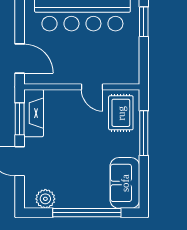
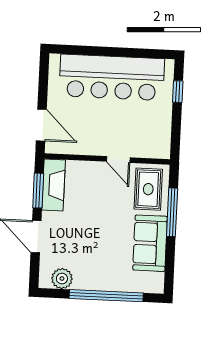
window: (144, 22) -> (178, 92), width x0.67
sofa: (125, 183) -> (150, 243), moved

